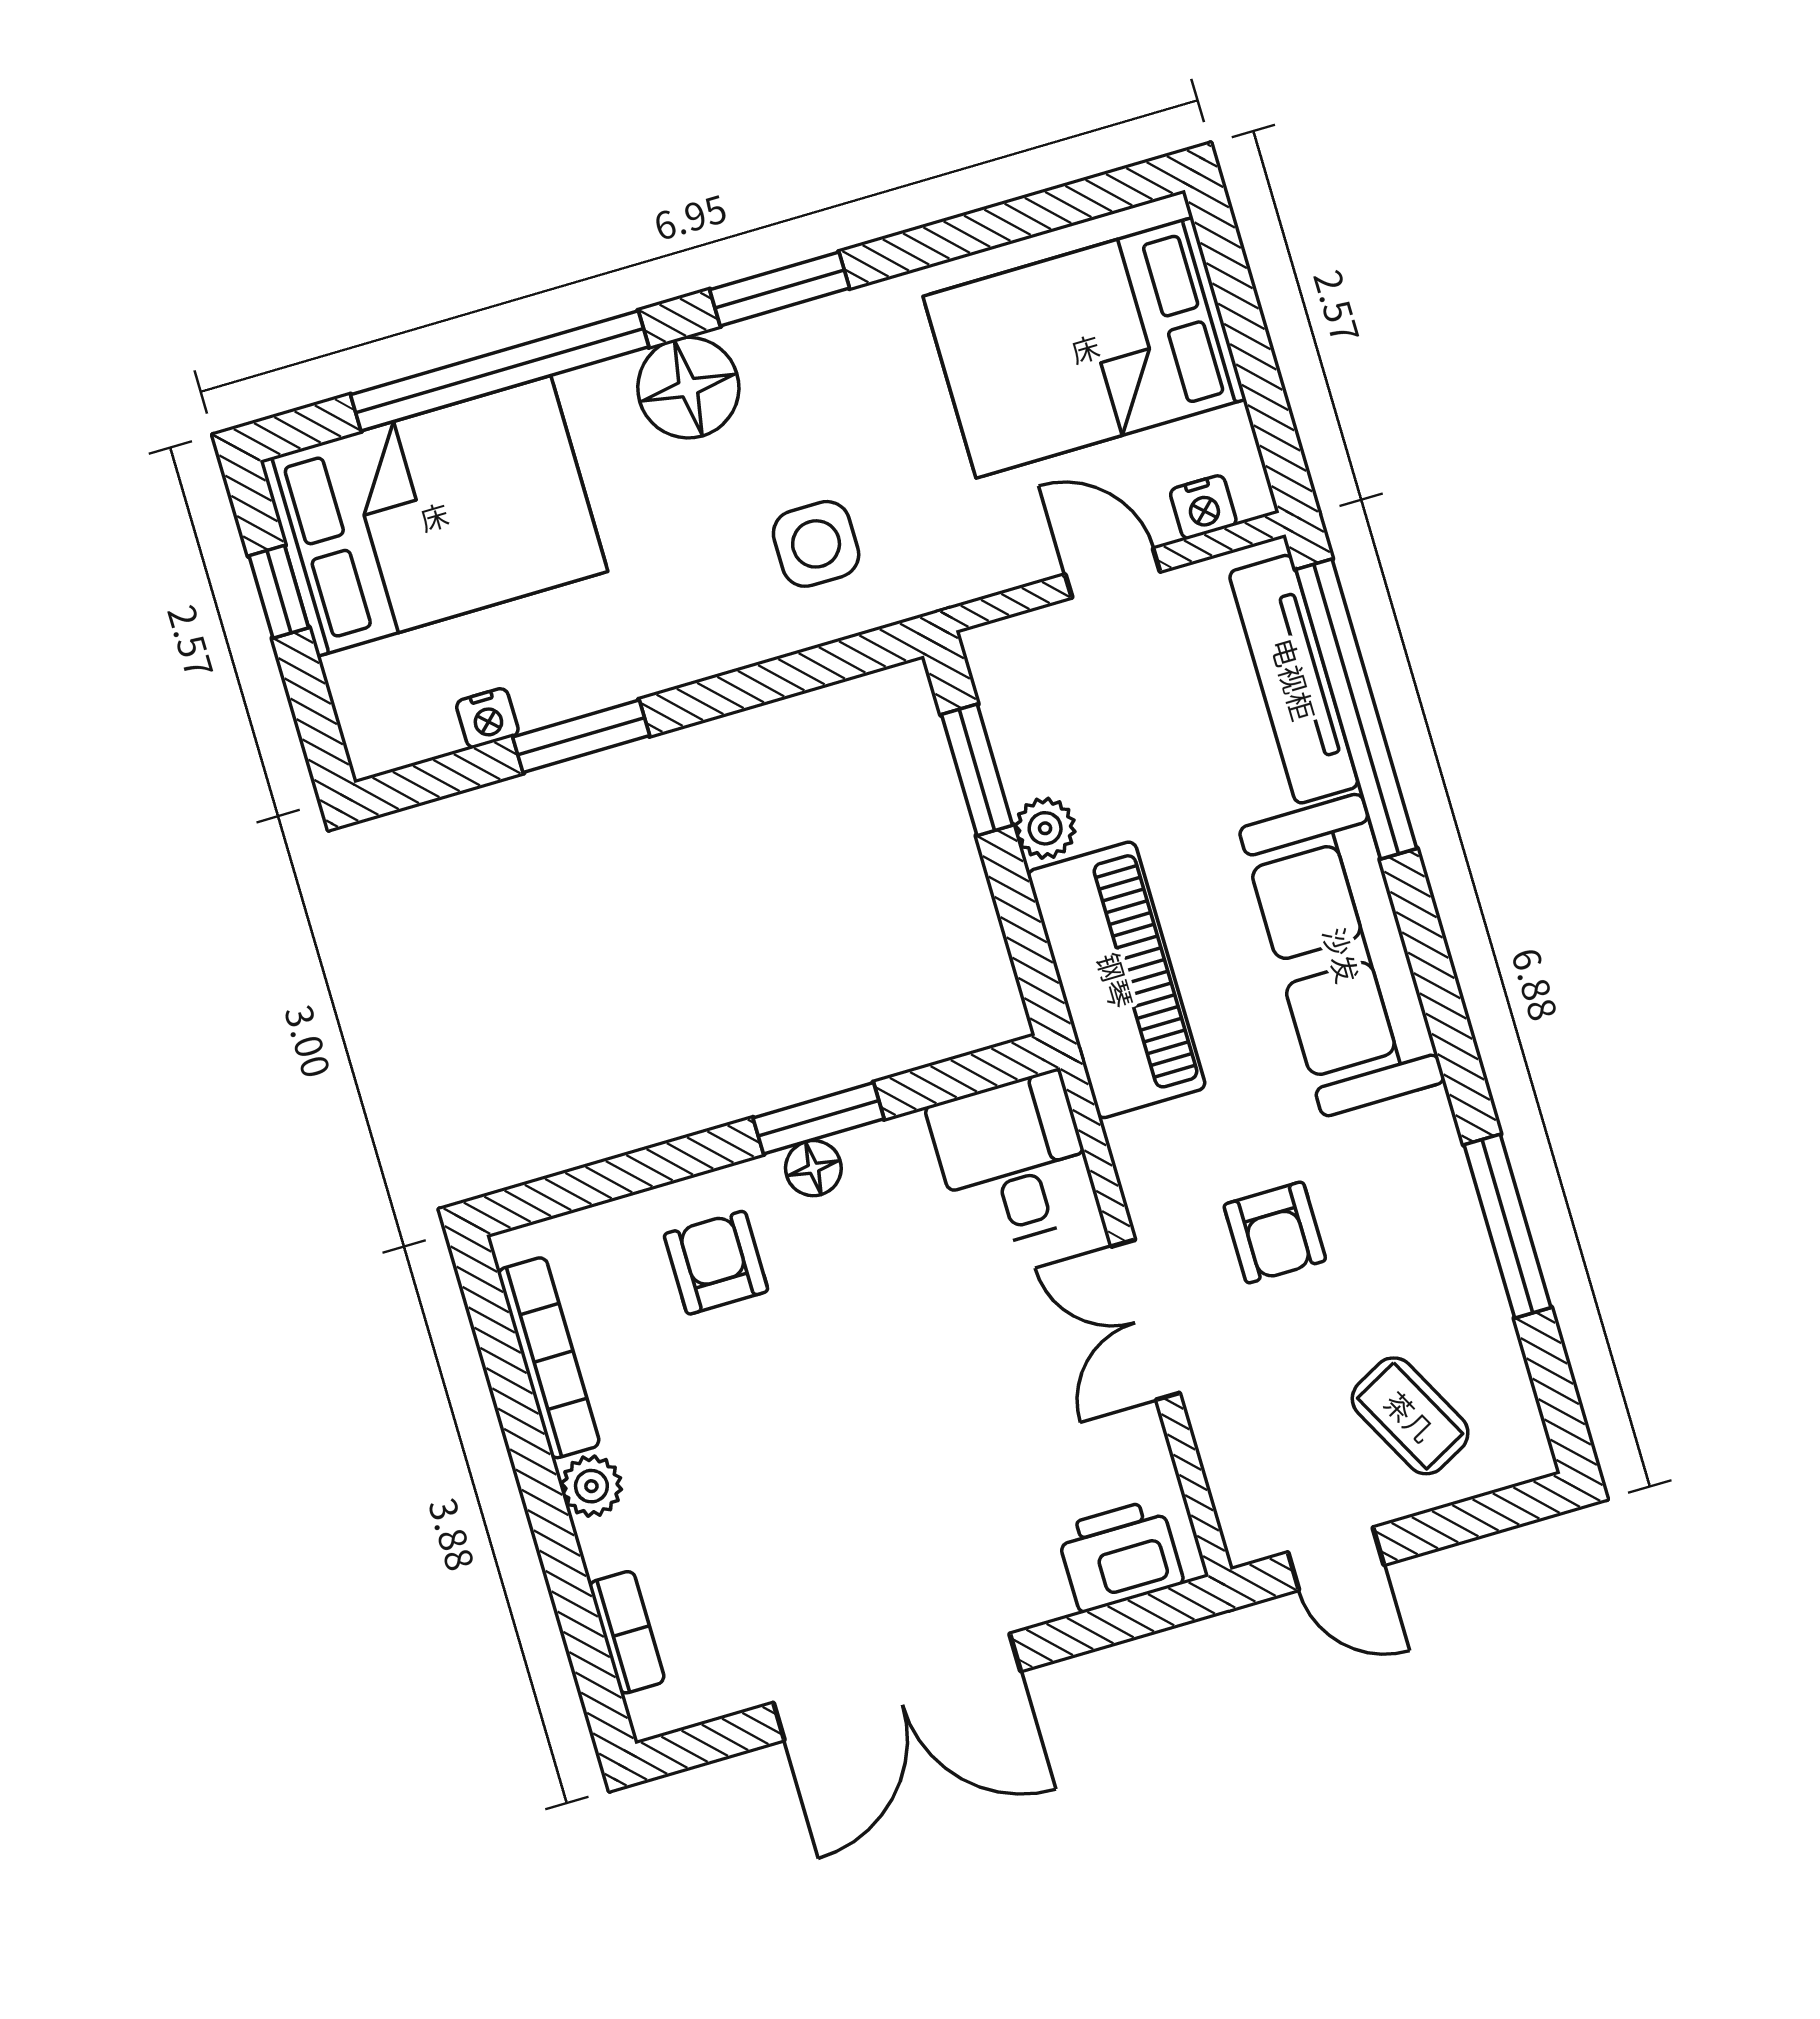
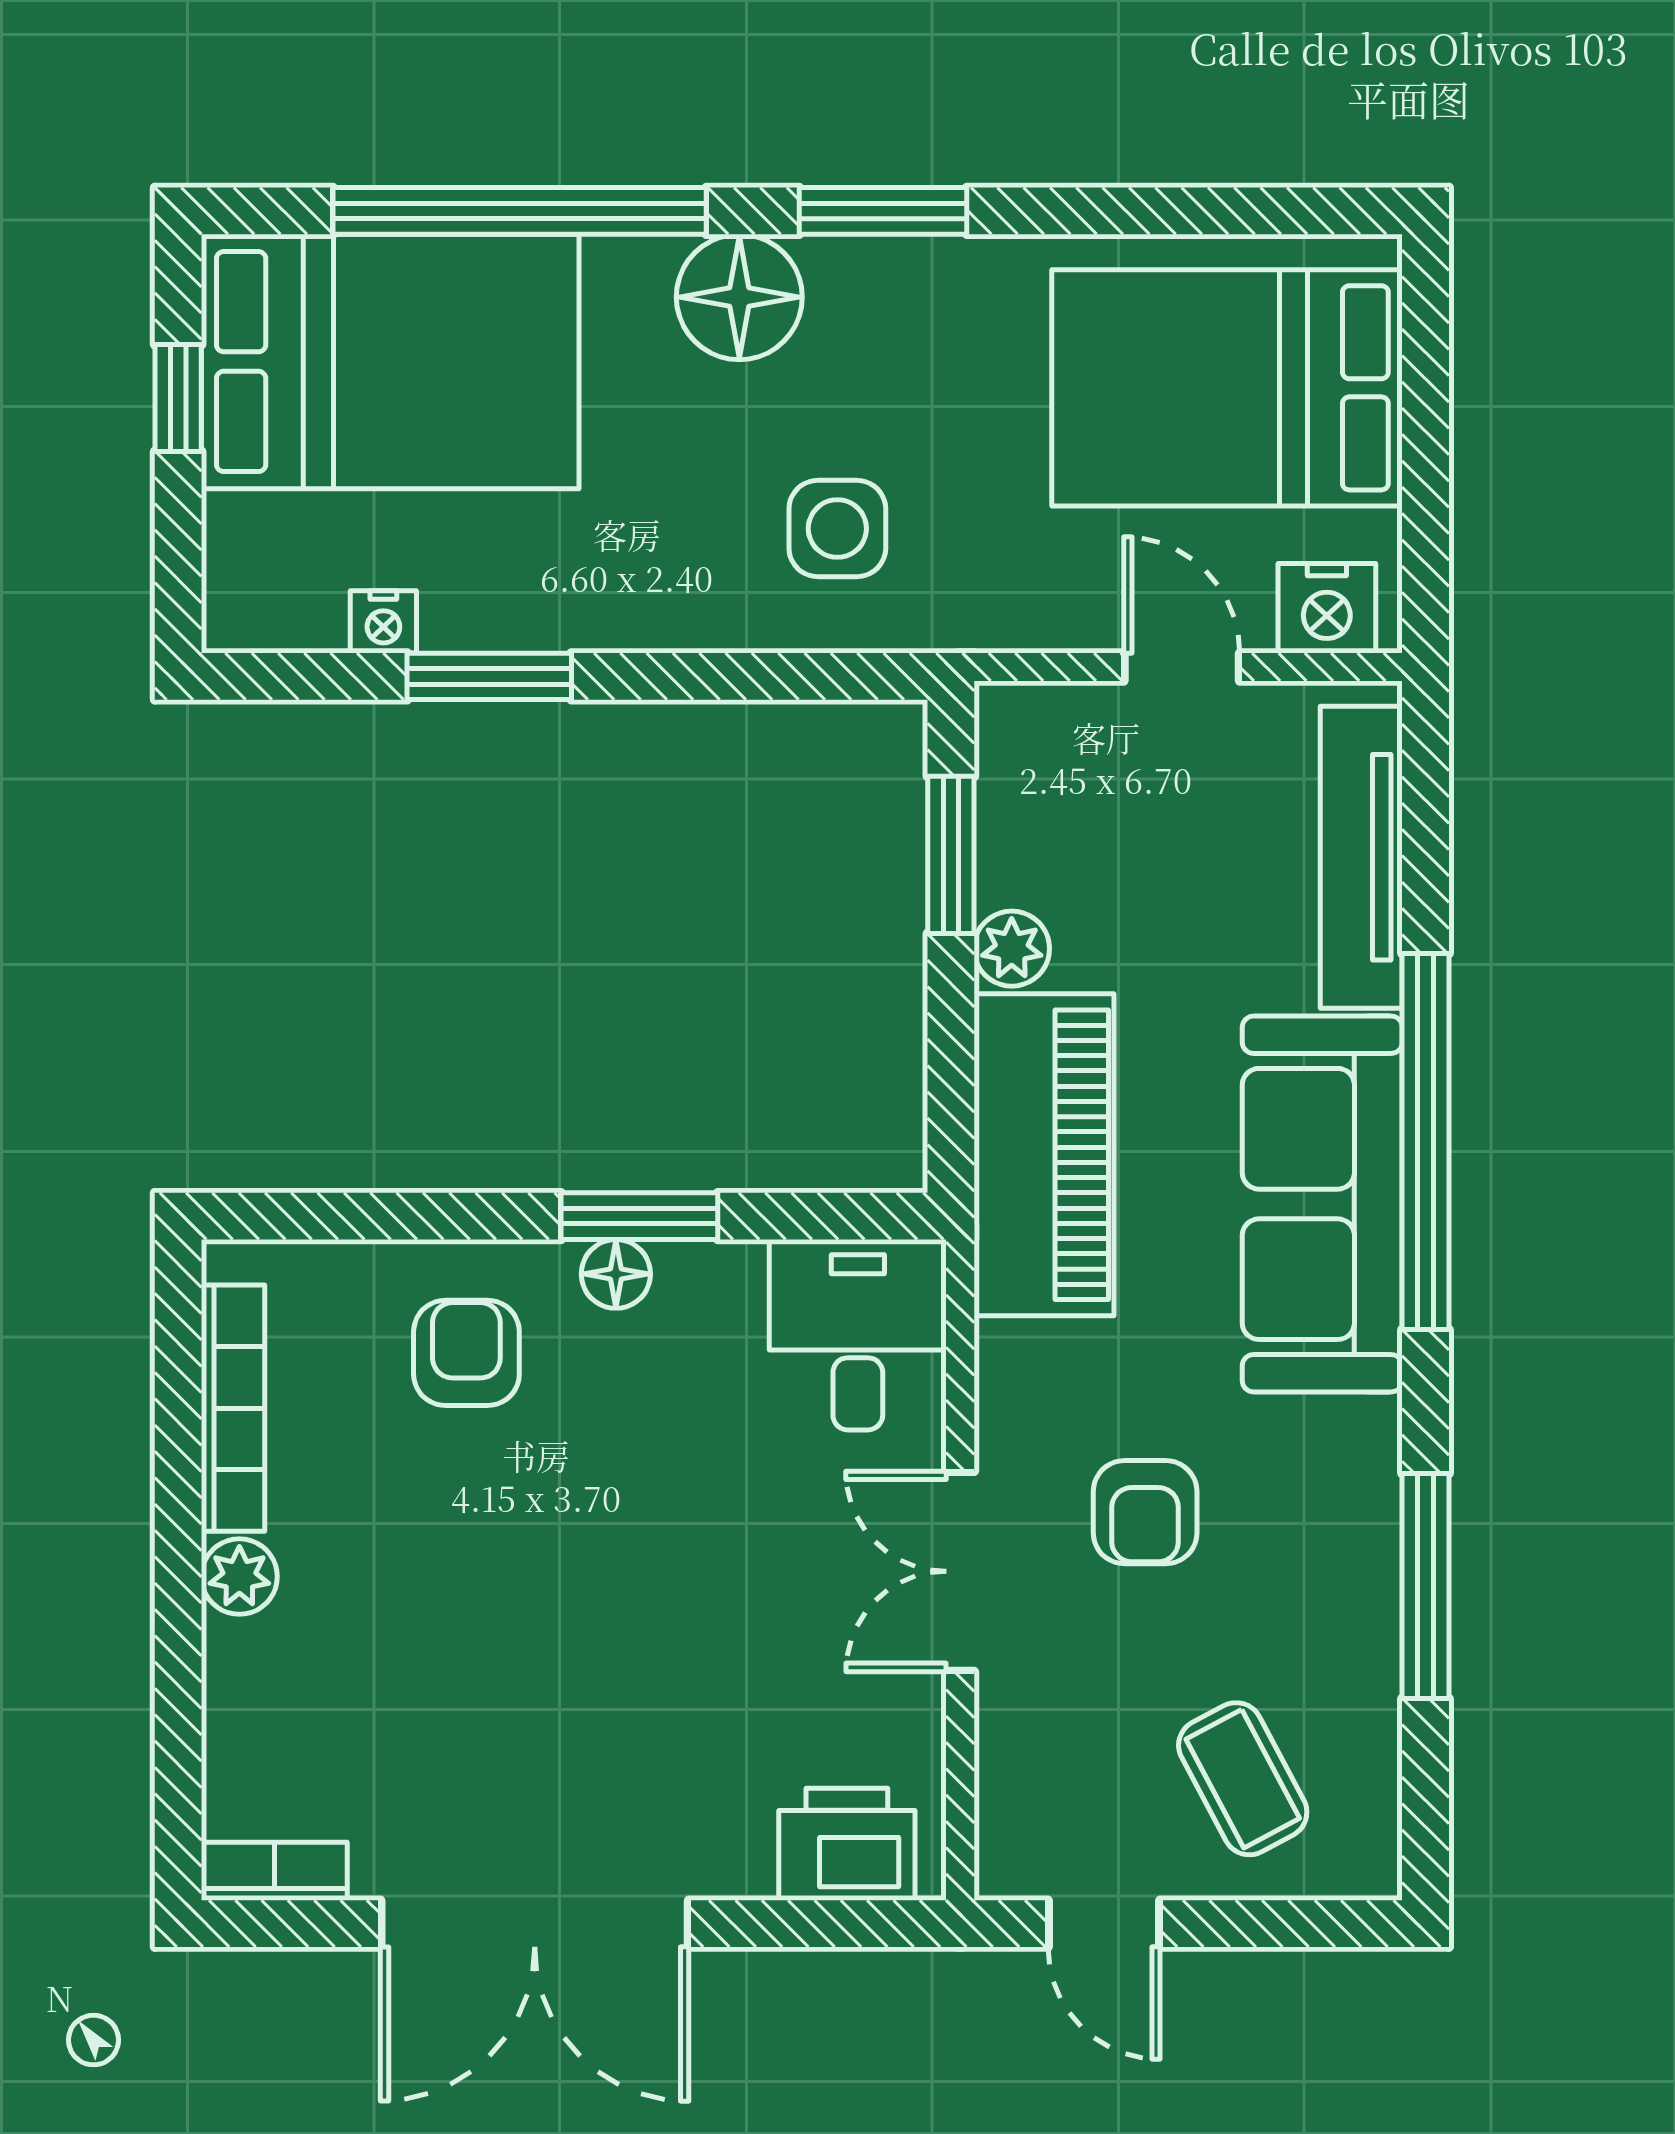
nightstand: (1203, 507) -> (1327, 608), width x1.39, depth x1.35
window: (1356, 709) -> (1425, 1141), moved
bookcase: (627, 1632) -> (274, 1871), moved, turned -90

